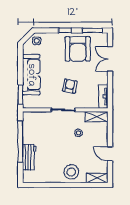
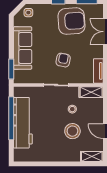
armchair: (78, 49) -> (71, 21), turned -94
workbench: (29, 157) -> (23, 123), width x1.88, depth x1.32
stool: (71, 172) -> (72, 131), moved

